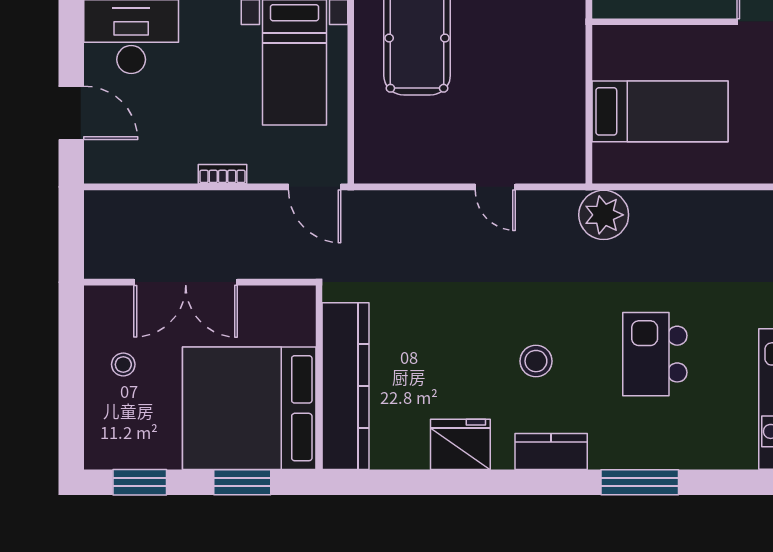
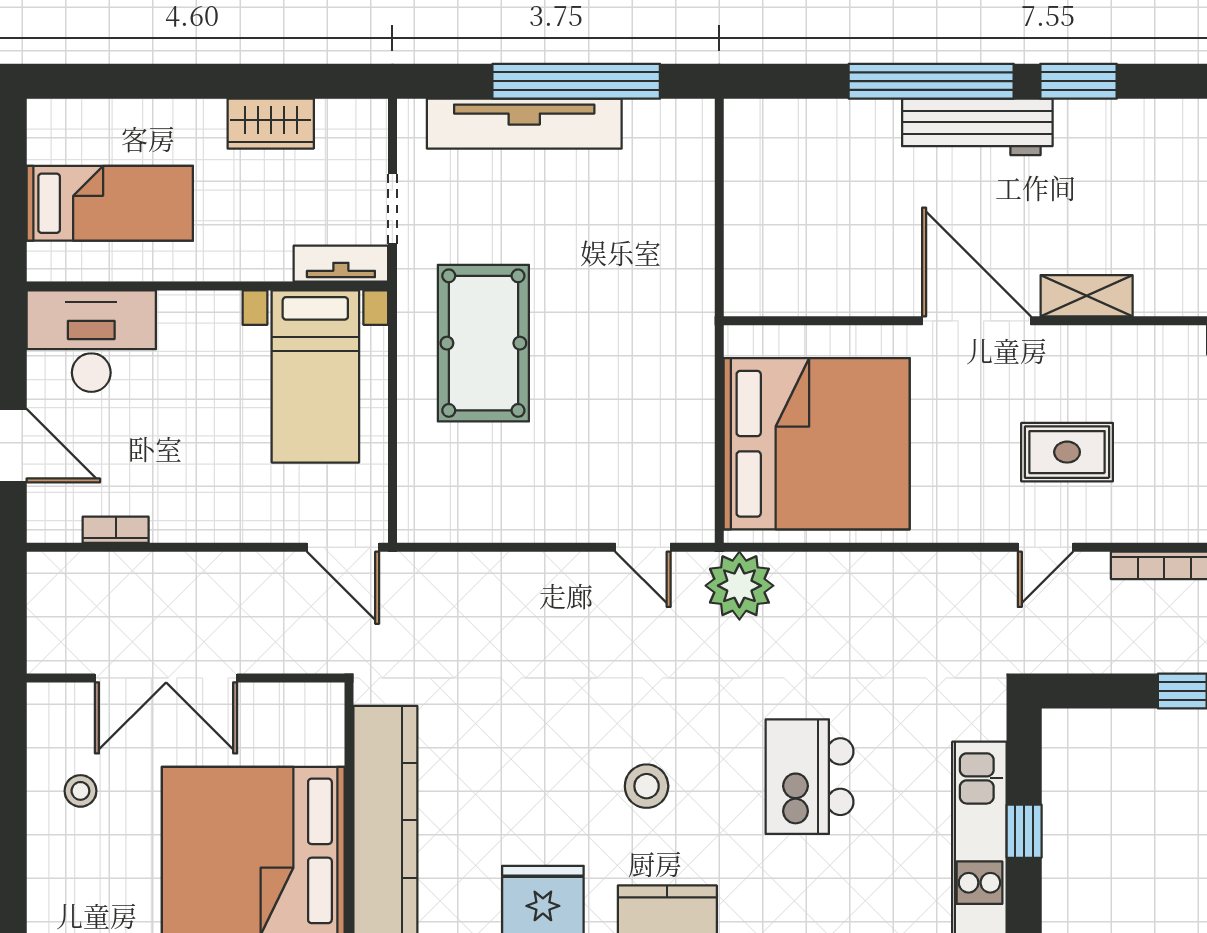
bed: (660, 111) -> (817, 444), width x2.04
bookcase: (222, 174) -> (116, 530), moved
door: (495, 187) -> (643, 547), moved

